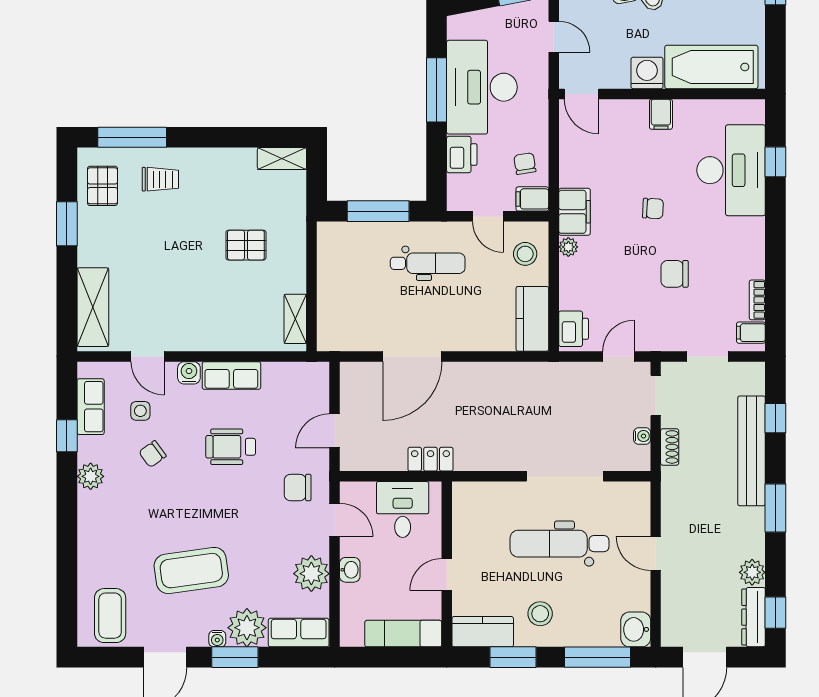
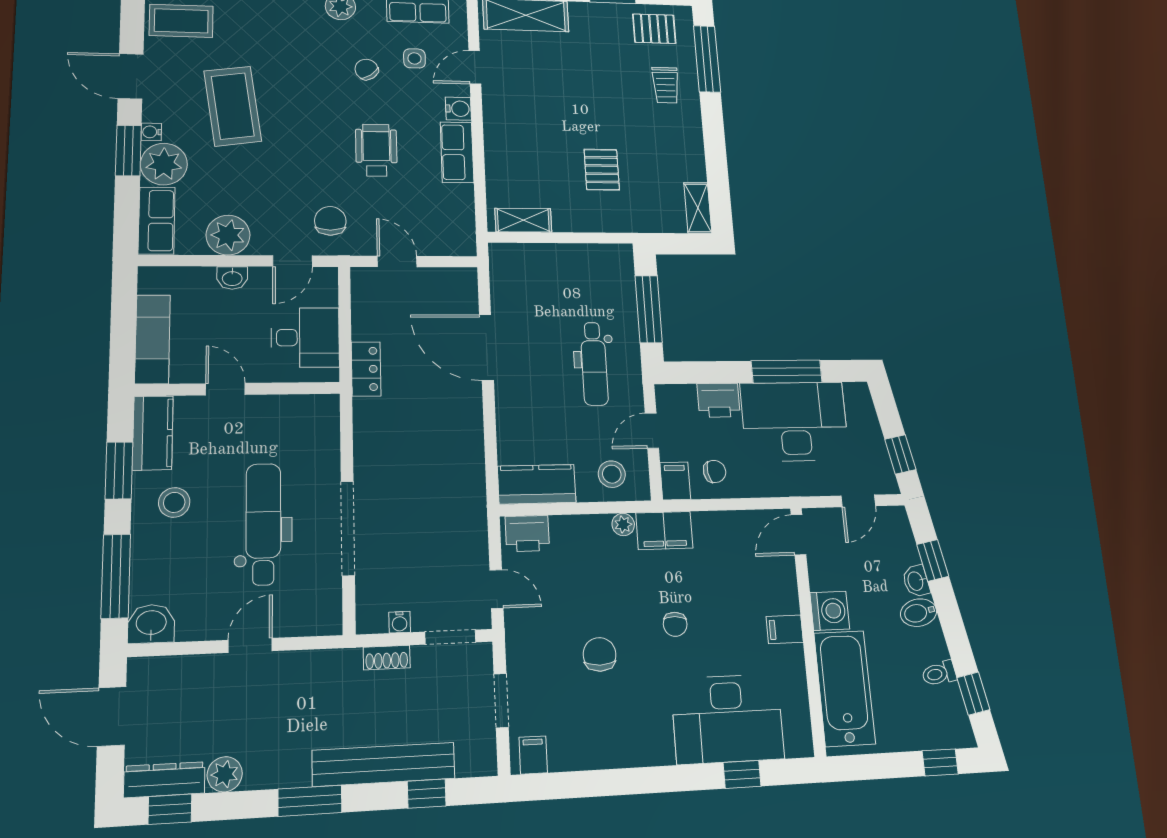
bookcase: (757, 300) -> (574, 761), removed

